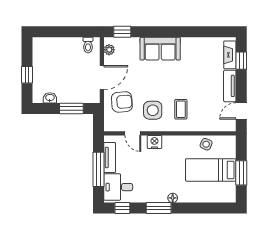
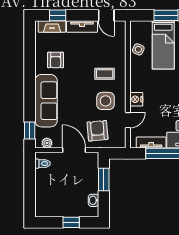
sofa: (160, 49) -> (46, 101), width x1.36
armchair: (195, 59) -> (56, 60), added

